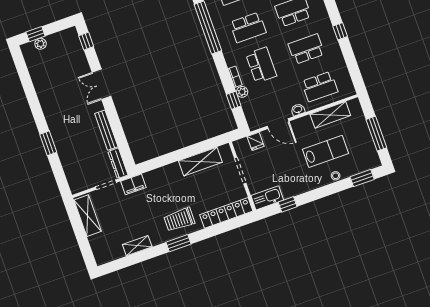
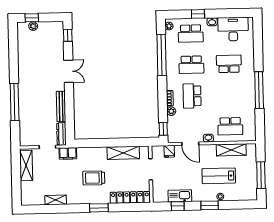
window: (340, 31) -> (259, 90), width x3.17
school desk: (306, 49) -> (230, 95), removed
school desk: (261, 65) -> (192, 96), turned 180
double door: (102, 84) -> (69, 71), swing flipped
window: (234, 100) -> (163, 129), moved
window: (48, 143) -> (15, 102), width x2.11
lab bench: (325, 151) -> (219, 176), turned 180
window: (362, 178) -> (210, 205), moved
kitchen sink: (267, 198) -> (180, 196), moved
trolley: (179, 220) -> (94, 178), moved
window: (178, 243) -> (99, 208), moved

